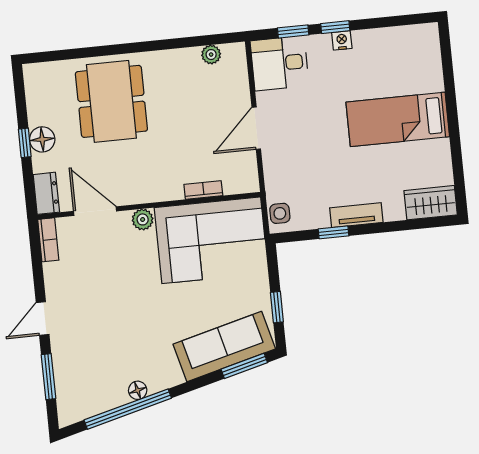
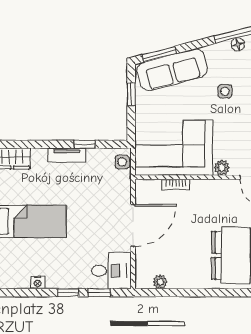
nightstand: (342, 40) -> (38, 283), moved
door: (256, 128) -> (133, 225), width x1.36
side table: (149, 324) -> (225, 91), added

